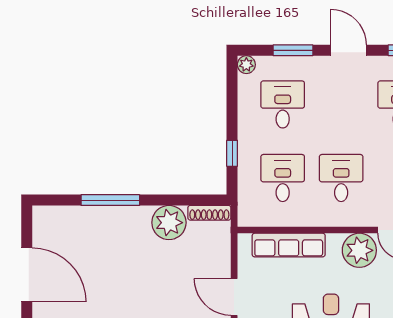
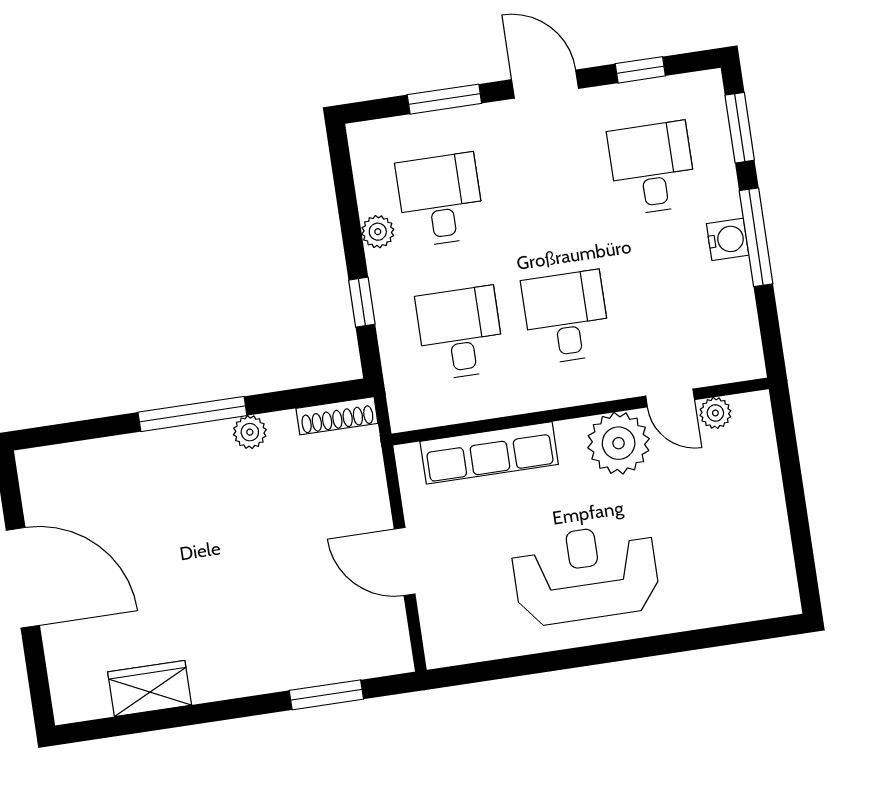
plant: (246, 65) -> (378, 232), moved
window: (110, 200) -> (192, 414), moved
plant: (169, 223) -> (250, 432), width x0.53, depth x0.53

